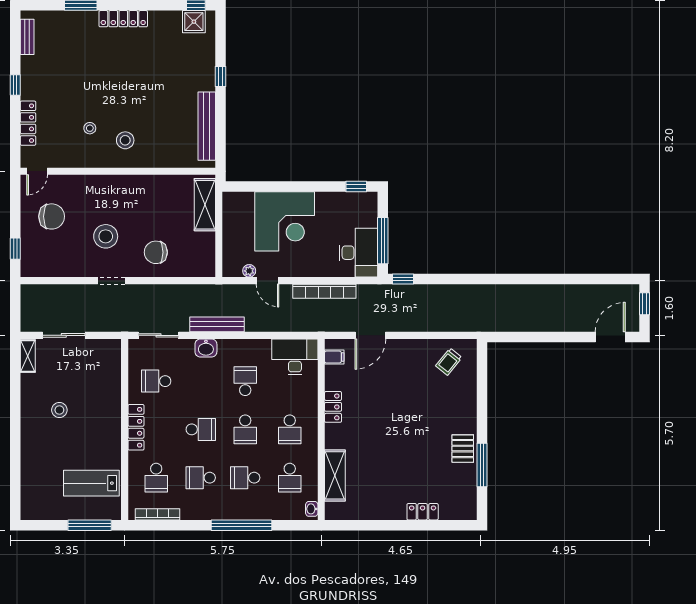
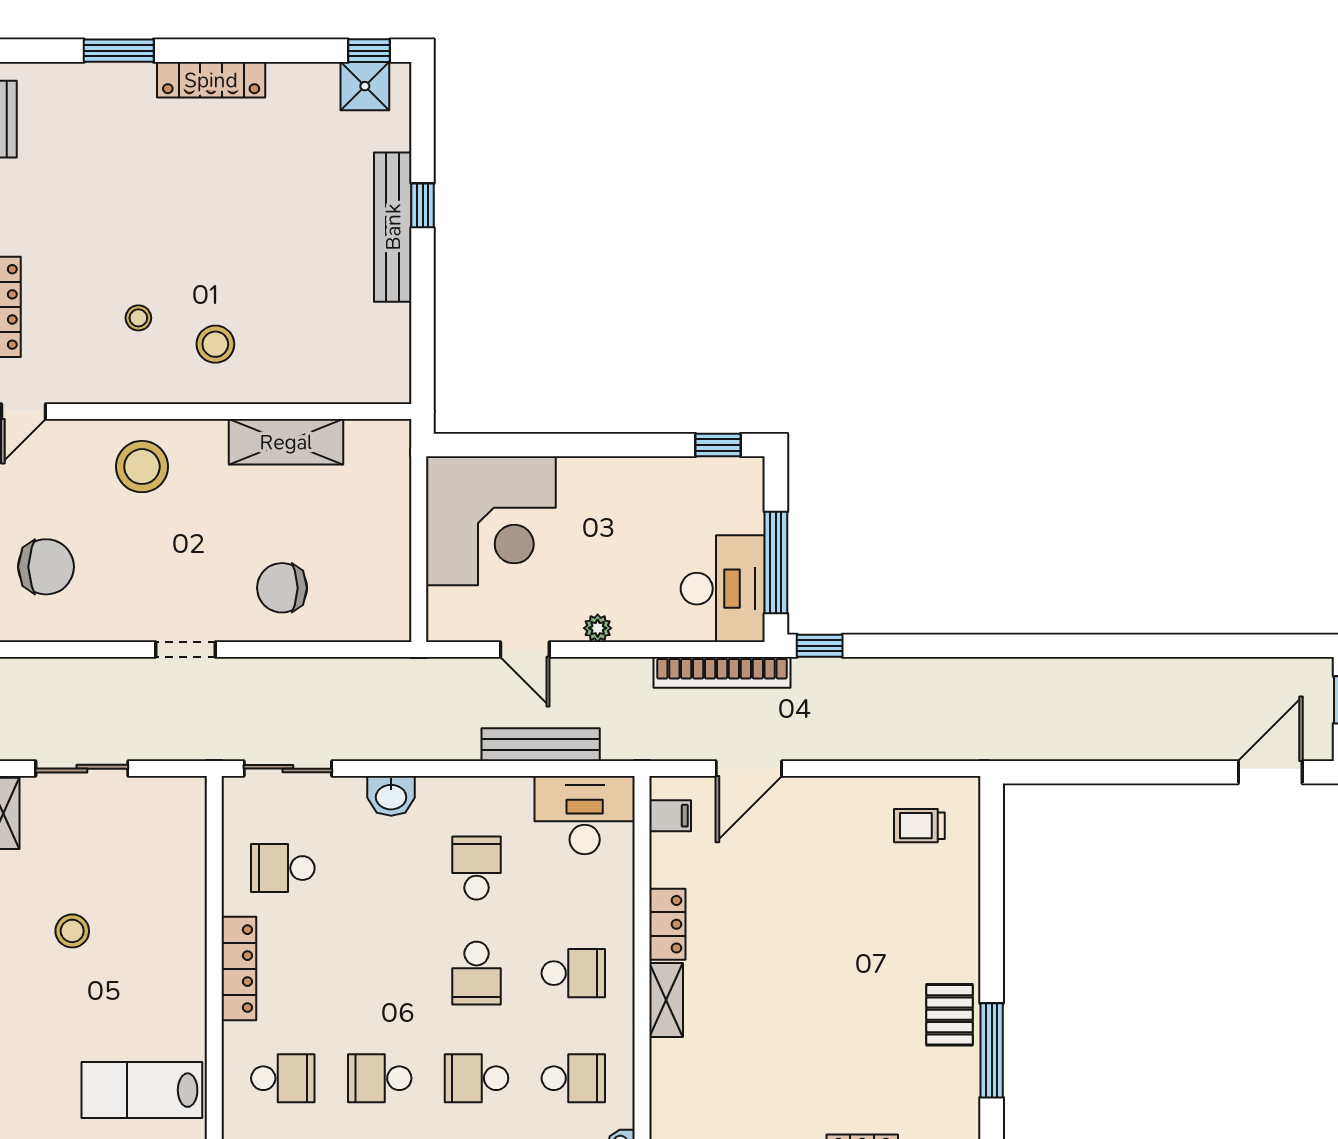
bench: (207, 126) -> (393, 227), moved
shelving: (205, 205) -> (286, 442), moved, turned 90
chair: (52, 216) -> (46, 567), moved
corner desk: (285, 221) -> (491, 521), moved
stool: (106, 236) -> (142, 467), moved
plant: (249, 271) -> (598, 628), moved
bookcase: (324, 291) -> (722, 672), moved
bench: (217, 324) -> (541, 745), moved
trolley: (449, 362) -> (919, 826), turned 51
school desk: (201, 429) -> (380, 973), removed
school desk: (290, 429) -> (573, 973), turned -90
shelving: (335, 475) -> (666, 1000), moved, width x0.67, depth x0.75
school desk: (156, 478) -> (283, 1078), turned -90
school desk: (290, 478) -> (573, 1078), turned -90

